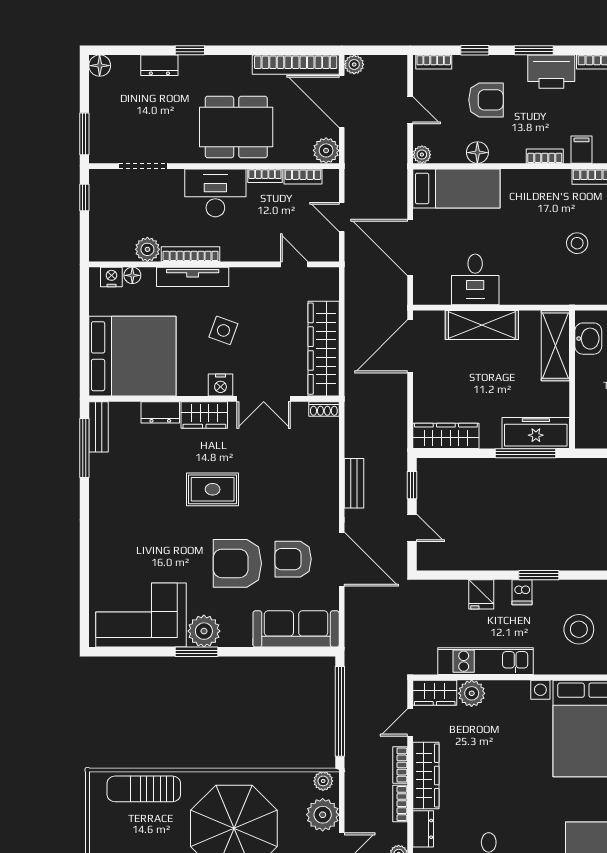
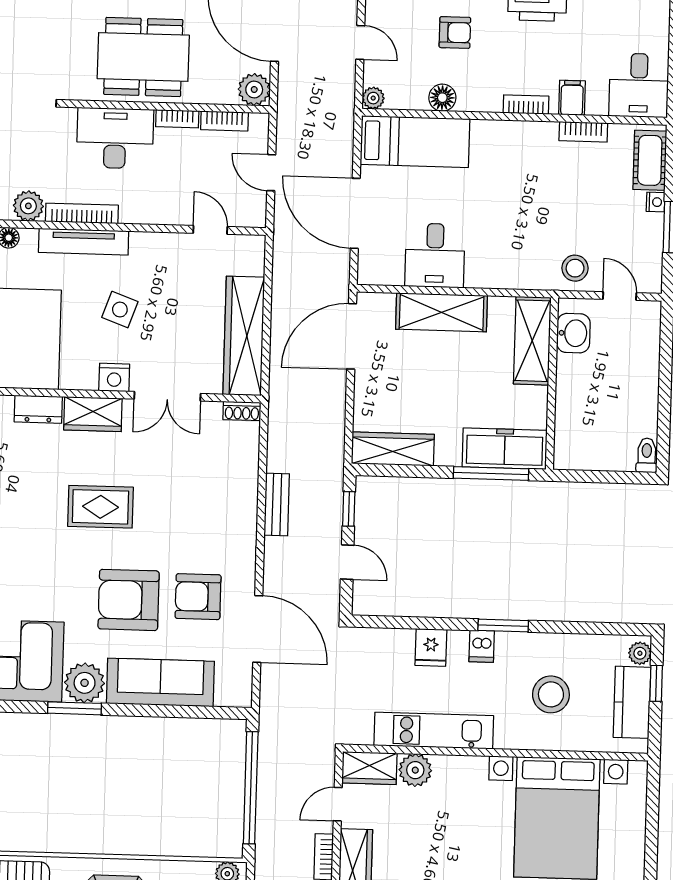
armchair: (486, 100) -> (455, 32), width x0.72, depth x0.72
stool: (577, 243) -> (575, 268), moved
door: (342, 559) -> (258, 629), moved
sofa: (296, 629) -> (160, 682), moved

